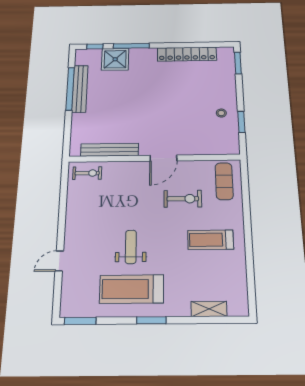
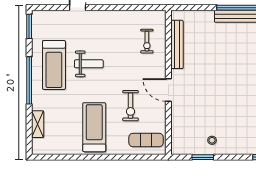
exercise bike: (87, 173) -> (147, 41), moved
treadmill: (211, 240) -> (94, 127), width x1.37, depth x1.38
treadmill: (132, 289) -> (54, 65), turned 180
window: (151, 320) -> (29, 80), width x2.11

